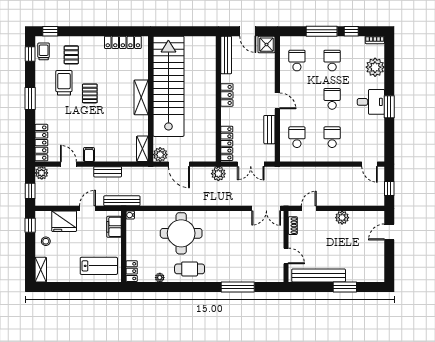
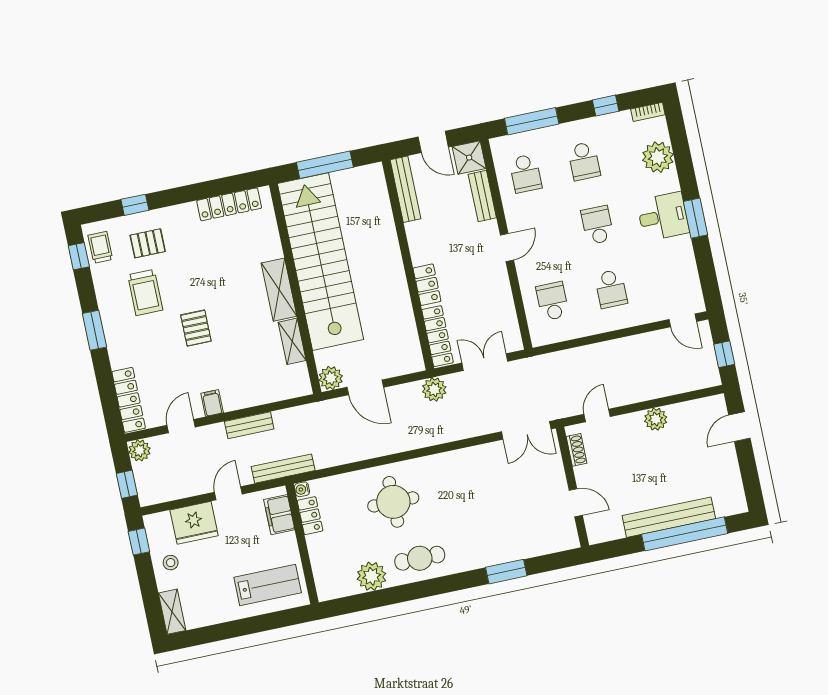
window: (50, 31) -> (135, 205), moved
window: (183, 31) -> (325, 165), added
window: (322, 31) -> (532, 121), moved
pallet: (71, 55) -> (148, 243), turned 90
school desk: (297, 61) -> (525, 173), turned 180
school desk: (332, 61) -> (584, 161), turned 180
trolley: (64, 83) -> (145, 292), turned 180
pallet: (90, 93) -> (196, 328), moved
locker: (227, 95) -> (427, 285), moved
door: (277, 101) -> (507, 248), hinge flipped
bench: (269, 130) -> (482, 196), moved
school desk: (332, 137) -> (611, 289), turned 180
shelving: (142, 149) -> (292, 341), moved
door: (68, 164) -> (181, 426), hinge flipped
double door: (251, 164) -> (485, 362), swing flipped
round table: (181, 233) -> (393, 502), width x0.73, depth x0.73
locker: (132, 271) -> (310, 516), moved
bench: (319, 275) -> (669, 517), moved
plant: (160, 278) -> (372, 576), width x1.88, depth x1.88
window: (238, 287) -> (506, 572), width x0.69
window: (345, 287) -> (685, 534), width x2.11

